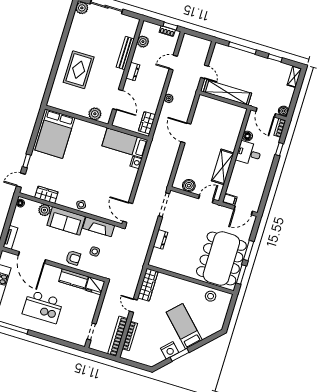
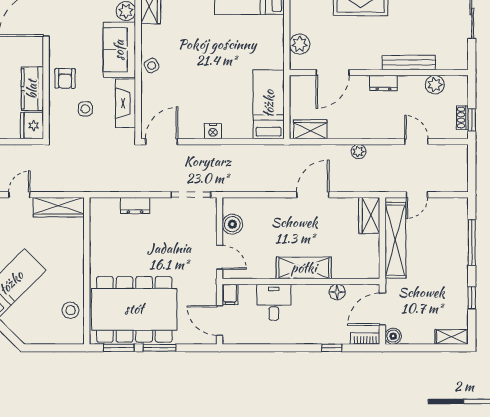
wardrobe: (208, 103) -> (369, 215), added
desk: (249, 153) -> (274, 302), moved
nightstand: (136, 163) -> (213, 131), moved
shelving: (223, 167) -> (304, 268), moved

